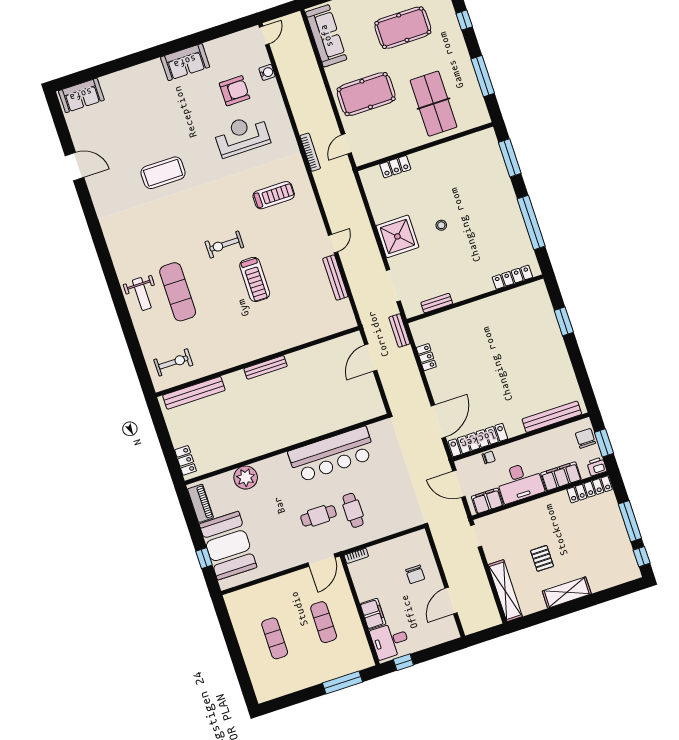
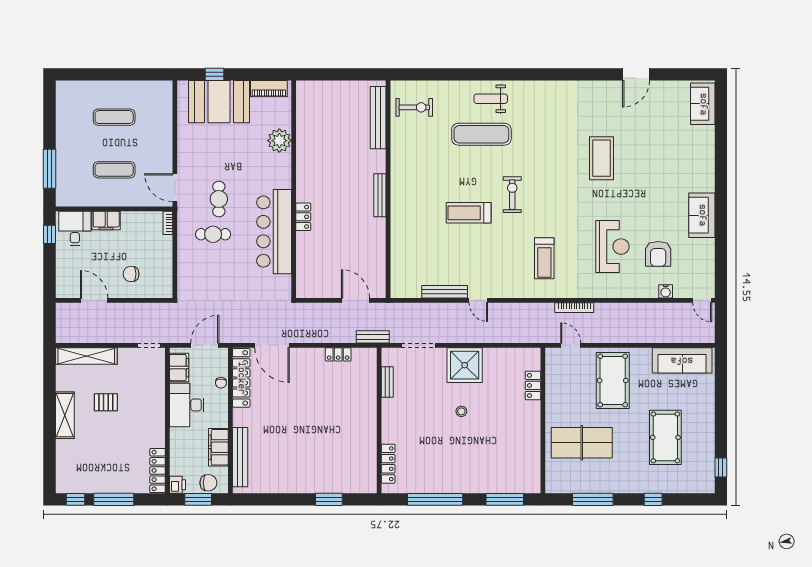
exercise bike: (173, 362) -> (414, 107), turned -90
locker: (186, 460) -> (303, 217), moved, turned -90
filing cabinet: (561, 476) -> (218, 447), moved, turned 180

